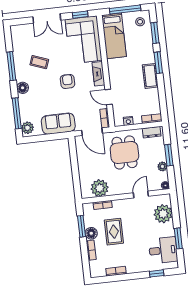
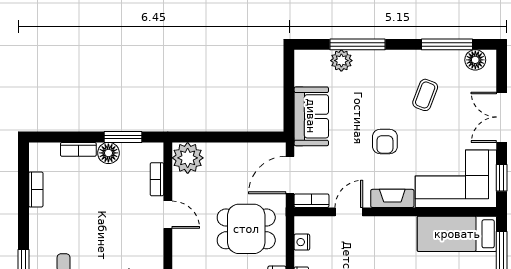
window: (11, 66) -> (447, 44), moved
armchair: (67, 81) -> (385, 141), turned 90
floor lamp: (23, 88) -> (475, 60), moved
window: (17, 113) -> (357, 44), moved
plant: (27, 128) -> (341, 61), moved
plant: (100, 188) -> (188, 158), moved
door: (141, 194) -> (168, 215), moved
rug: (114, 232) -> (107, 194), removed

